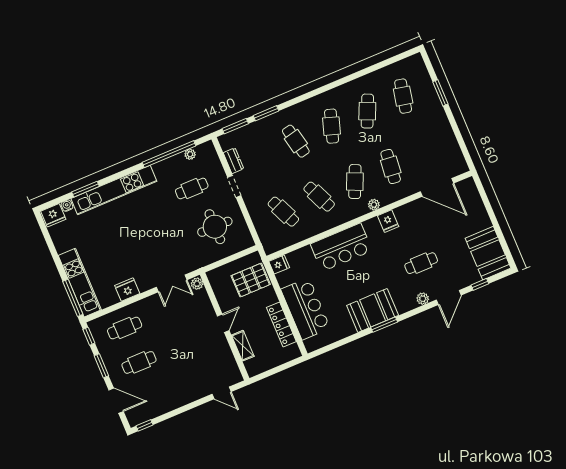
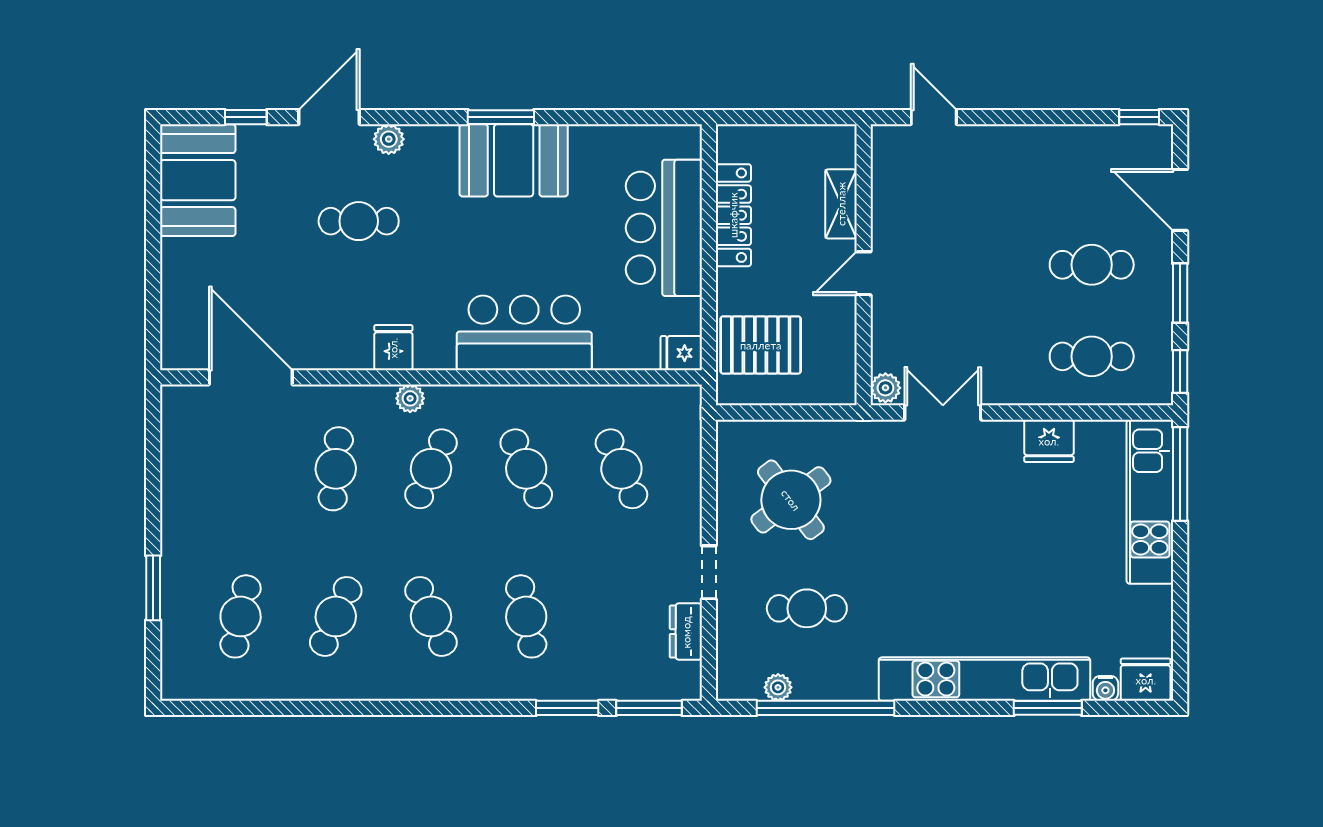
cafe table: (332, 126) -> (431, 616), turned -42
round table: (215, 227) -> (791, 500), turned -37

